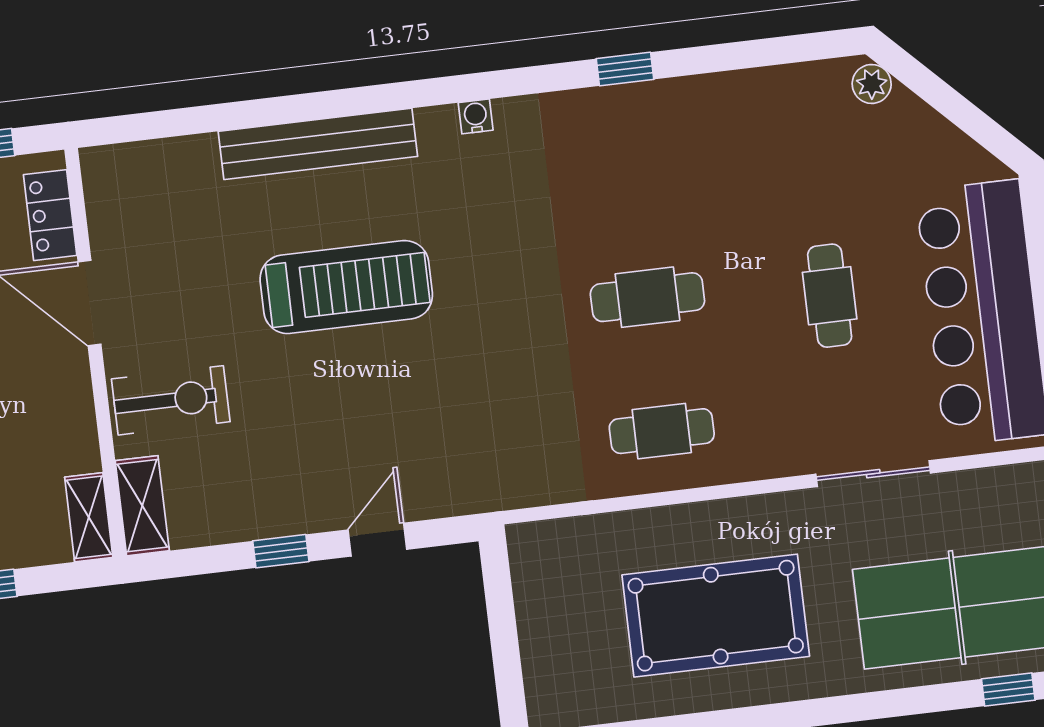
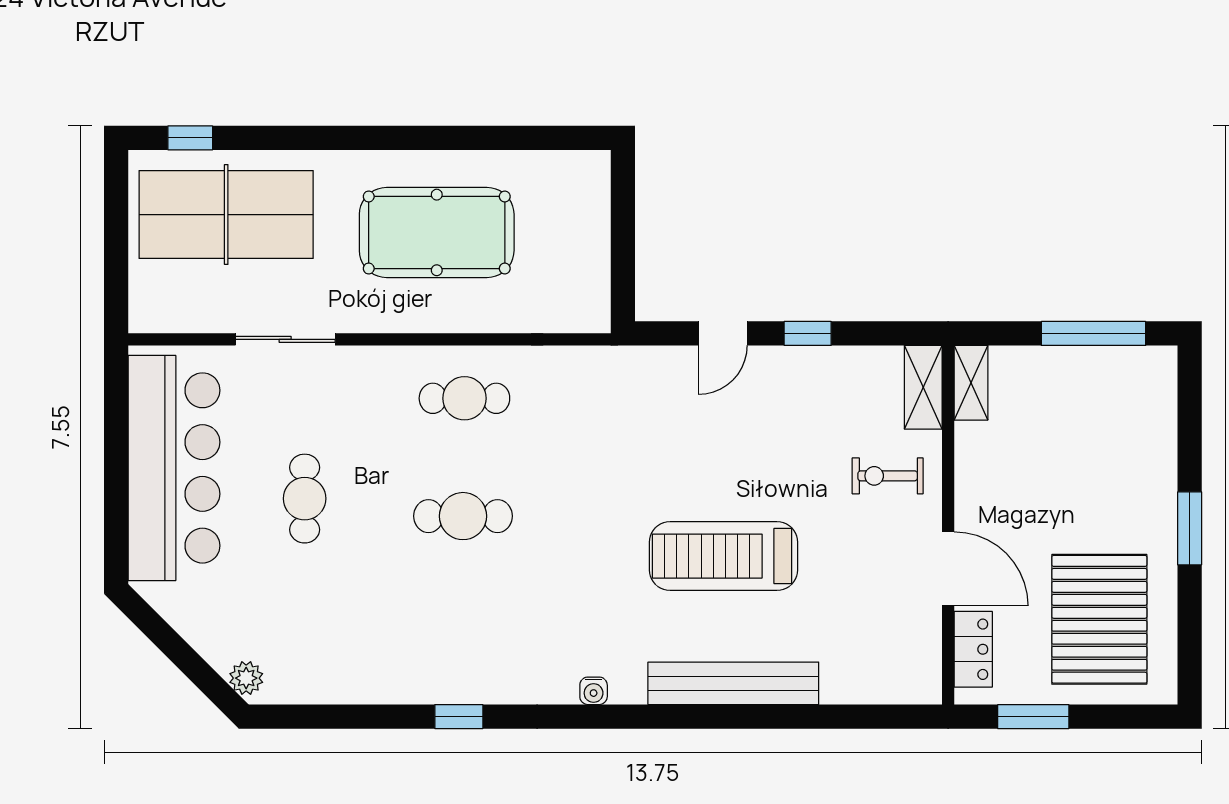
exercise bike: (171, 400) -> (888, 476), width x0.73, depth x0.72

